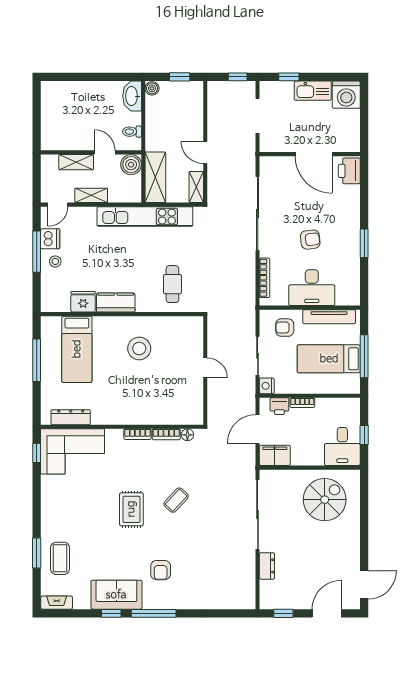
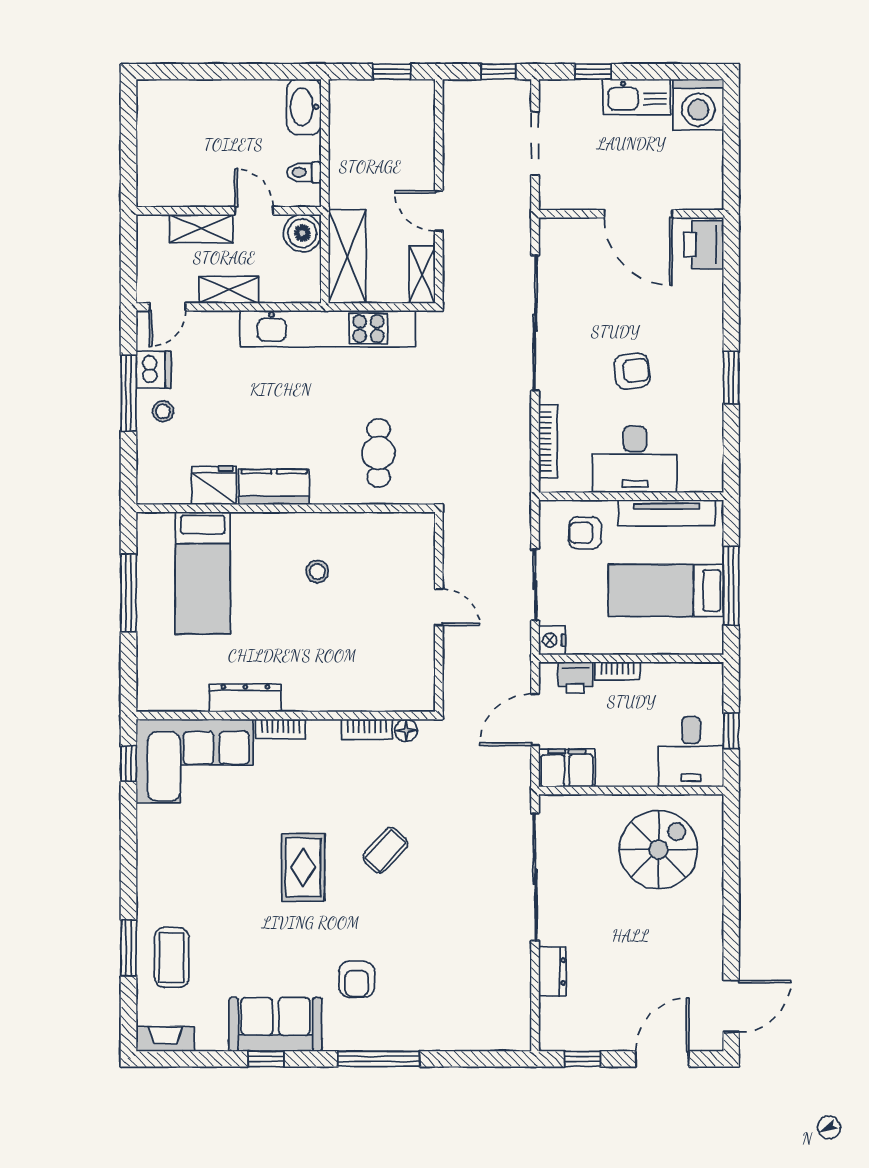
boiler: (152, 88) -> (341, 93), removed
stool: (139, 348) -> (317, 571), width x0.53, depth x0.53
dresser: (71, 417) -> (245, 698), moved
bookcase: (137, 434) -> (280, 729), moved
window: (154, 613) -> (379, 1059), moved

